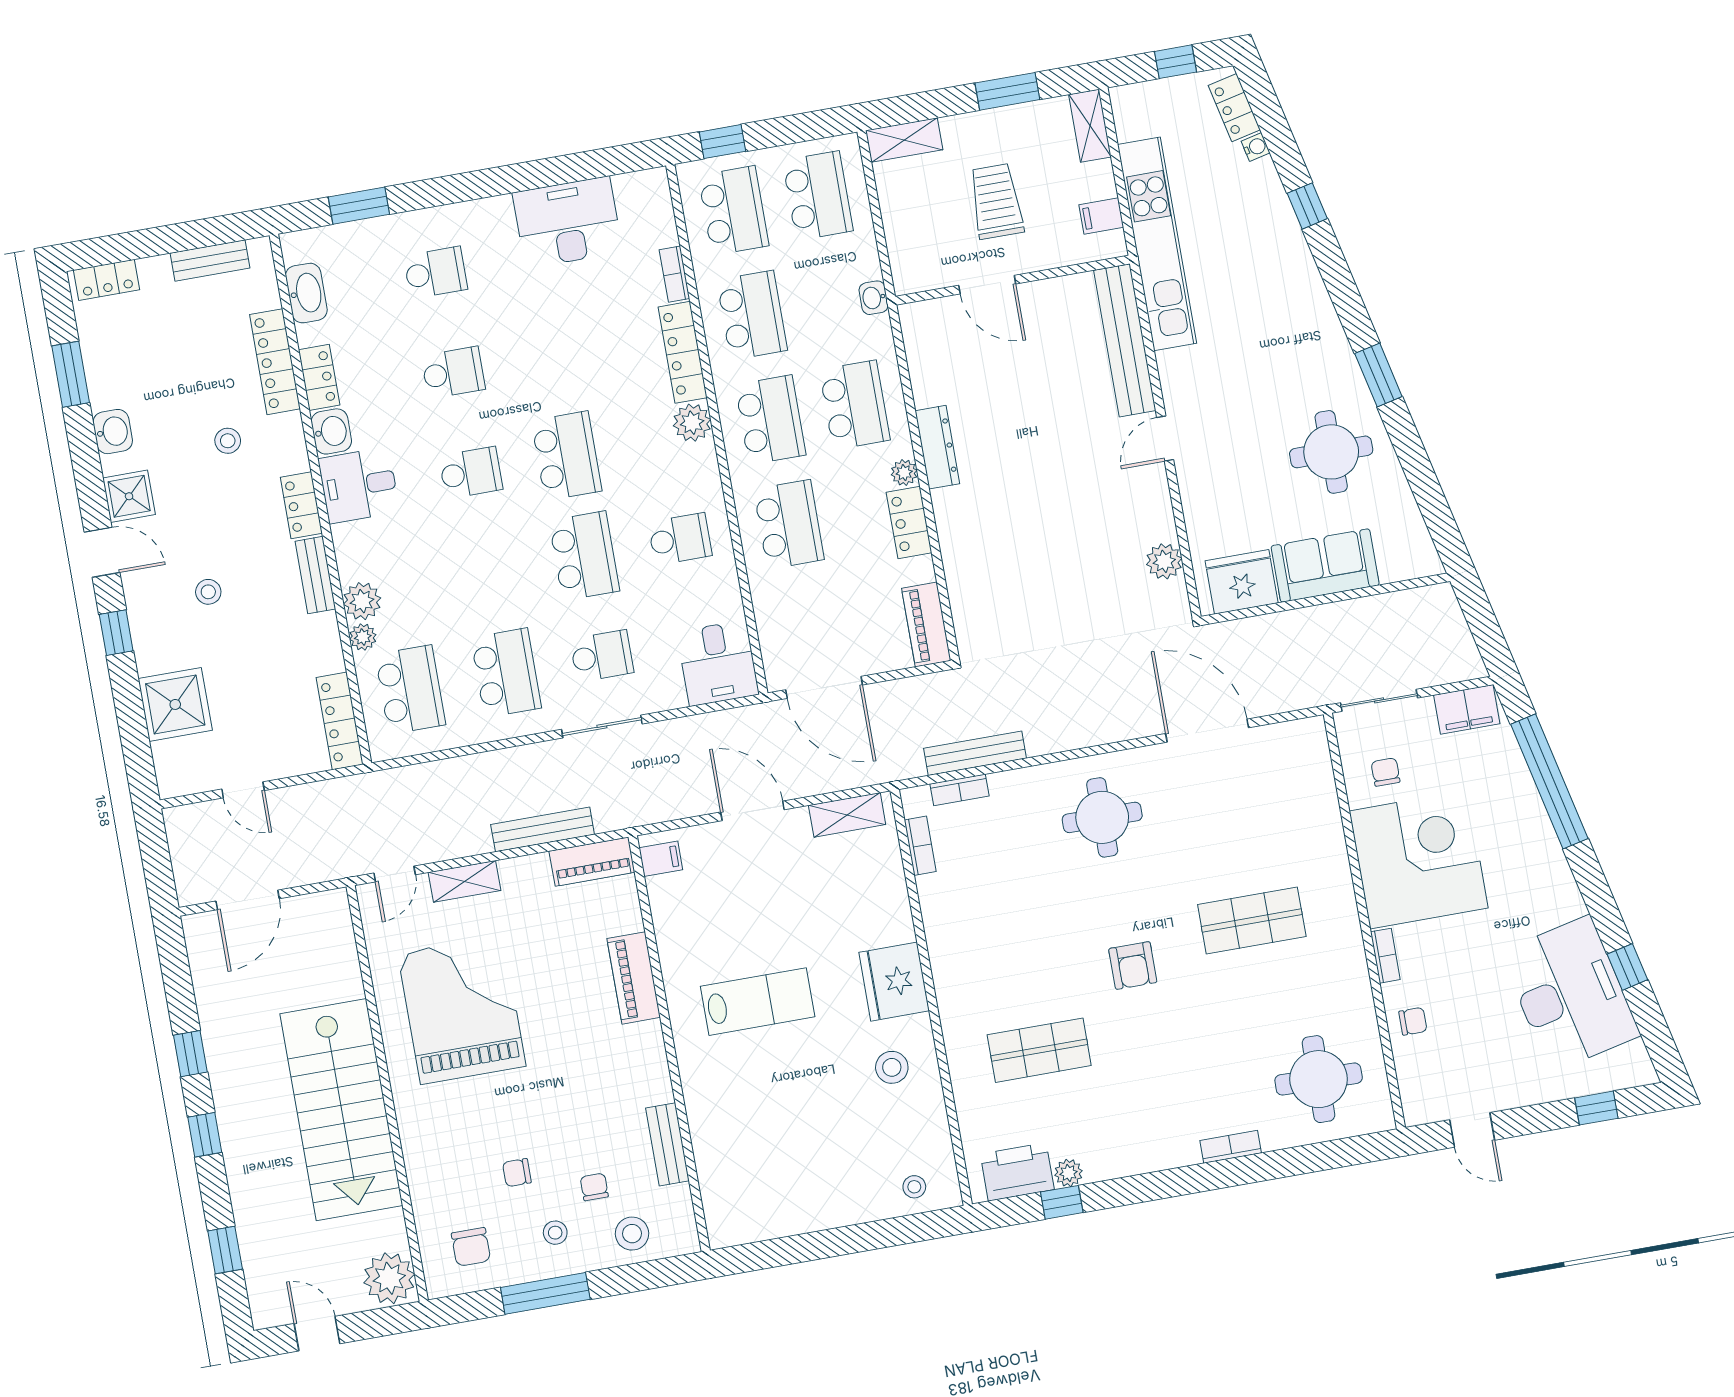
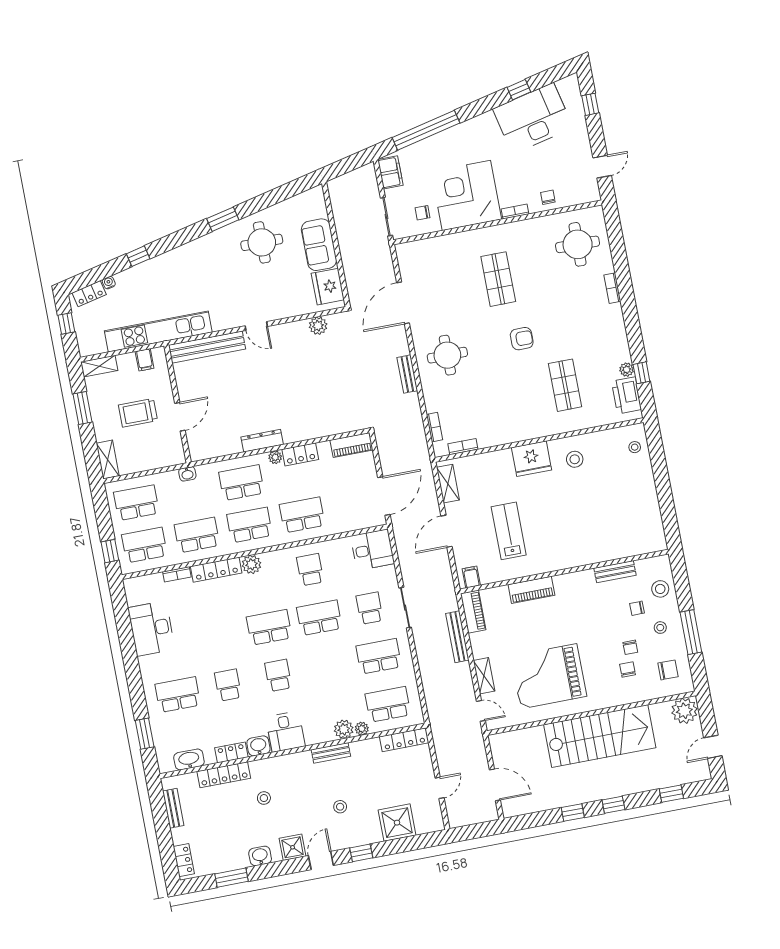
school desk: (435, 273) -> (178, 695), width x1.85
locker: (301, 505) -> (296, 761), removed
bench: (975, 753) -> (407, 374), moved, width x0.73
lab bench: (758, 1002) -> (509, 531), moved
chair: (473, 1166) -> (628, 670), added

